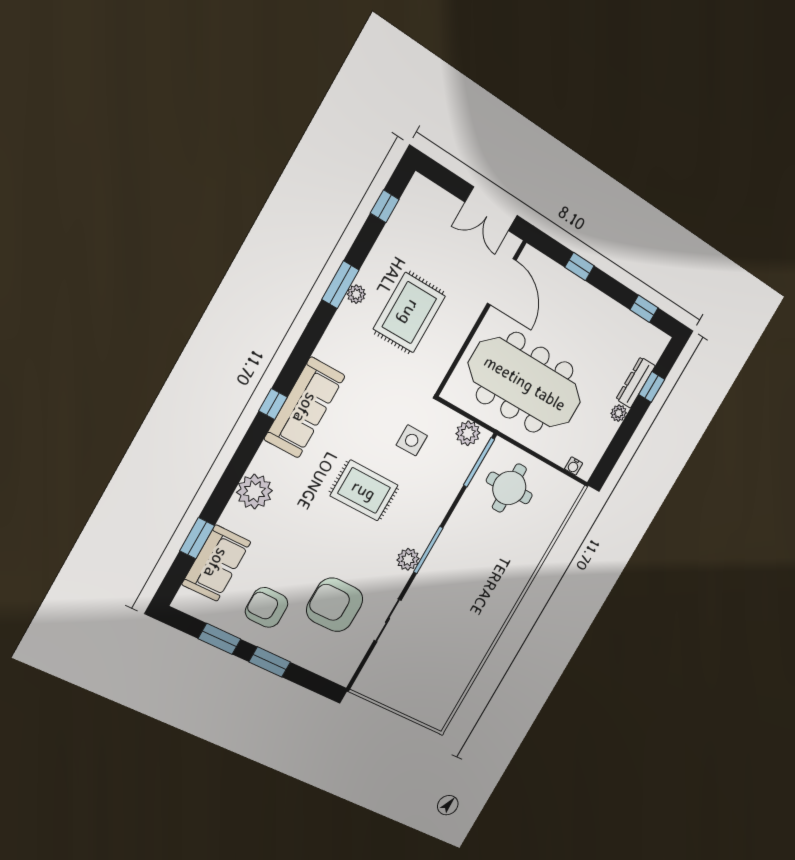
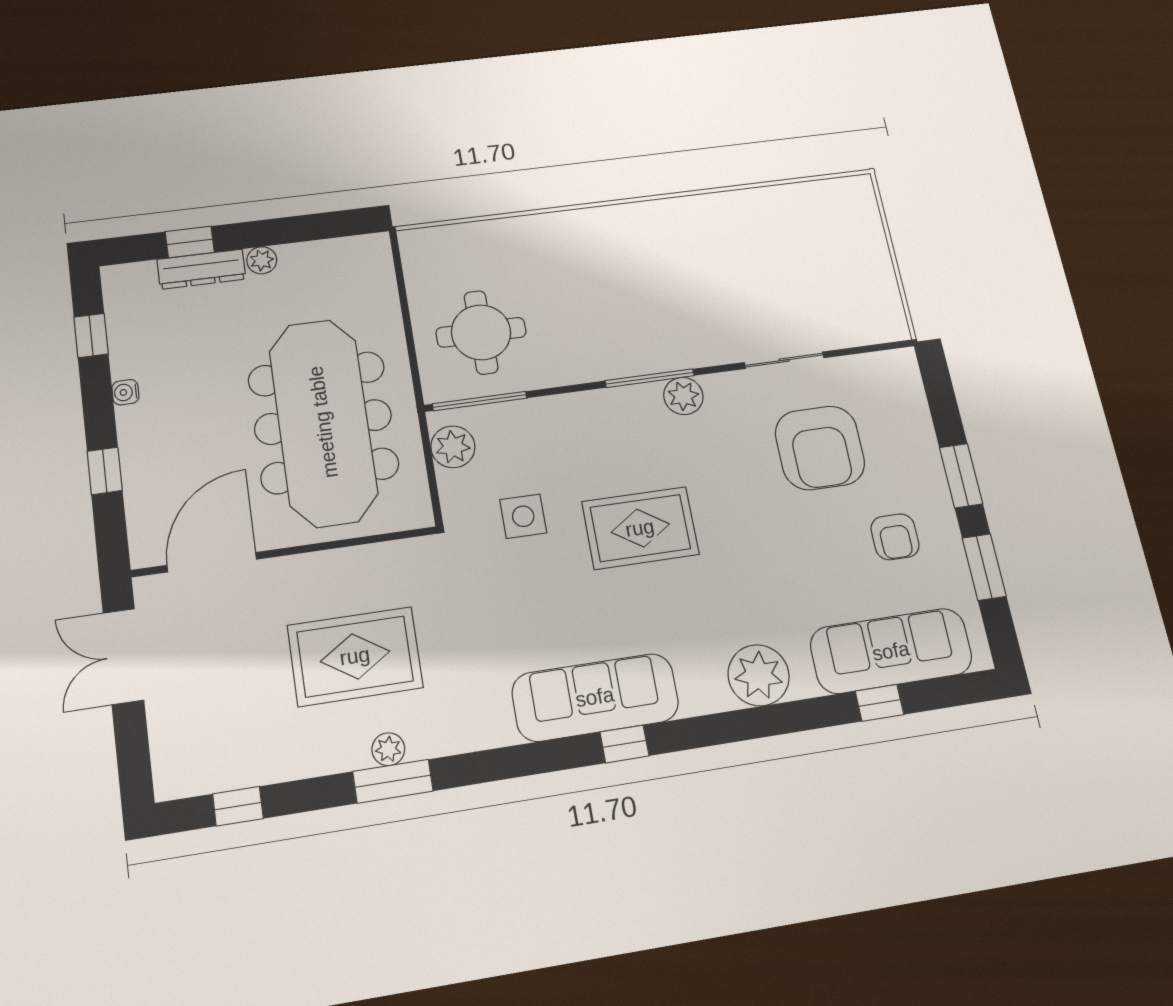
double door: (491, 209) -> (123, 656), swing flipped
water cooler: (574, 466) -> (125, 392), moved, turned 180
rug: (364, 490) -> (640, 528), turned 90
window: (197, 538) -> (879, 703), width x0.67
sofa: (216, 563) -> (891, 651), width x1.36
armchair: (267, 607) -> (895, 537), width x0.72, depth x0.72

